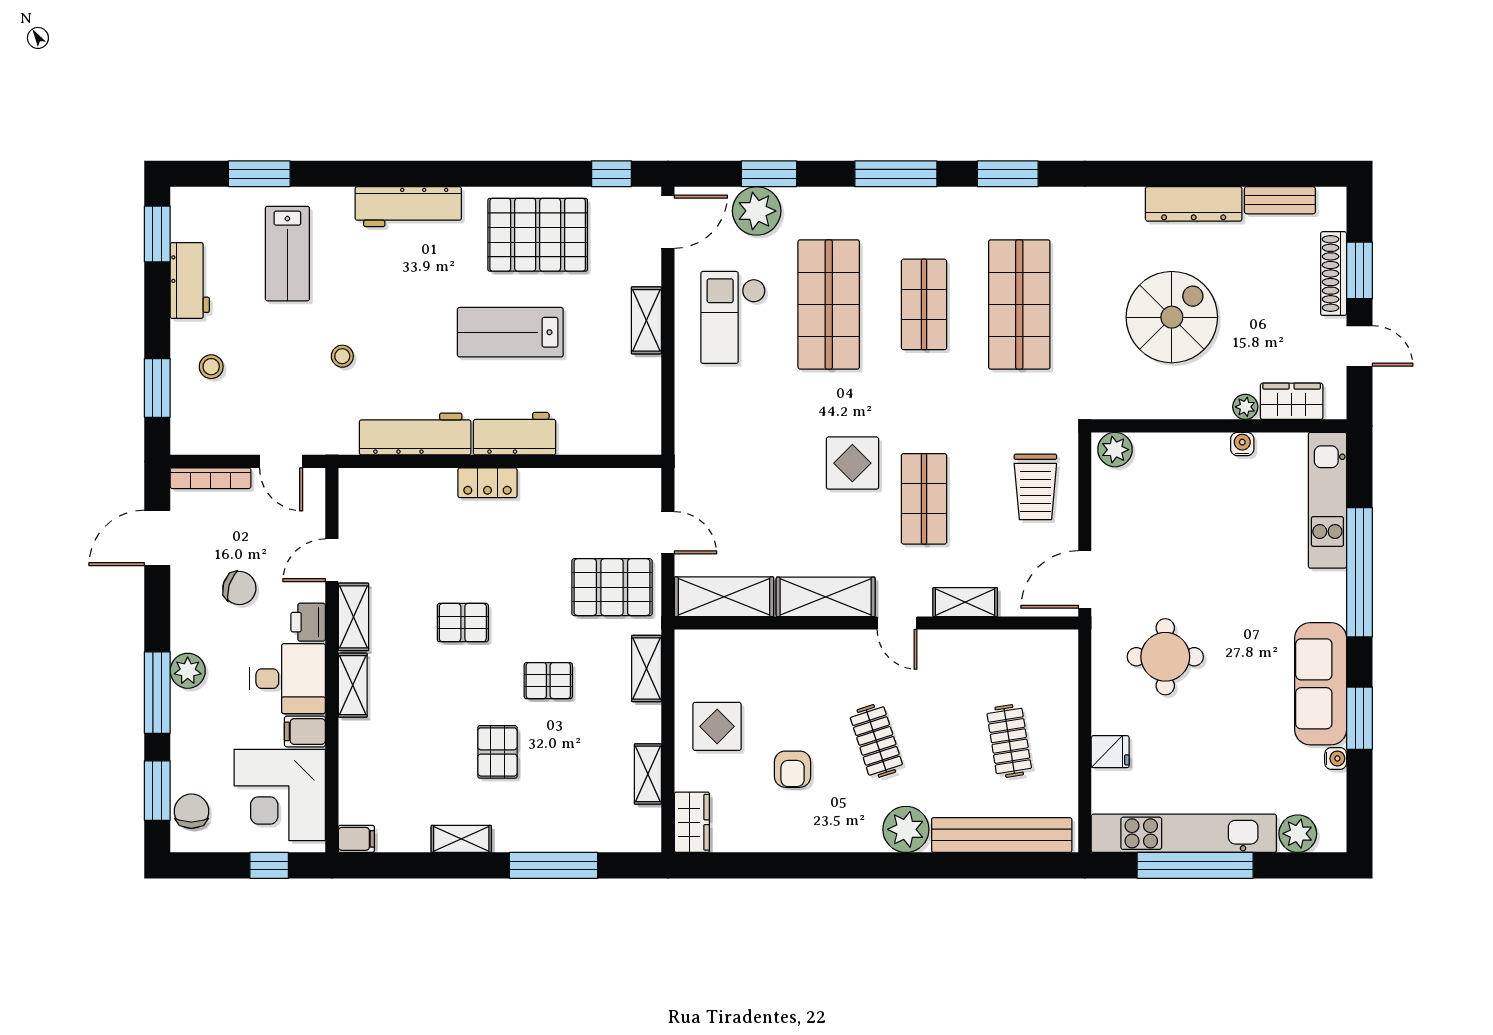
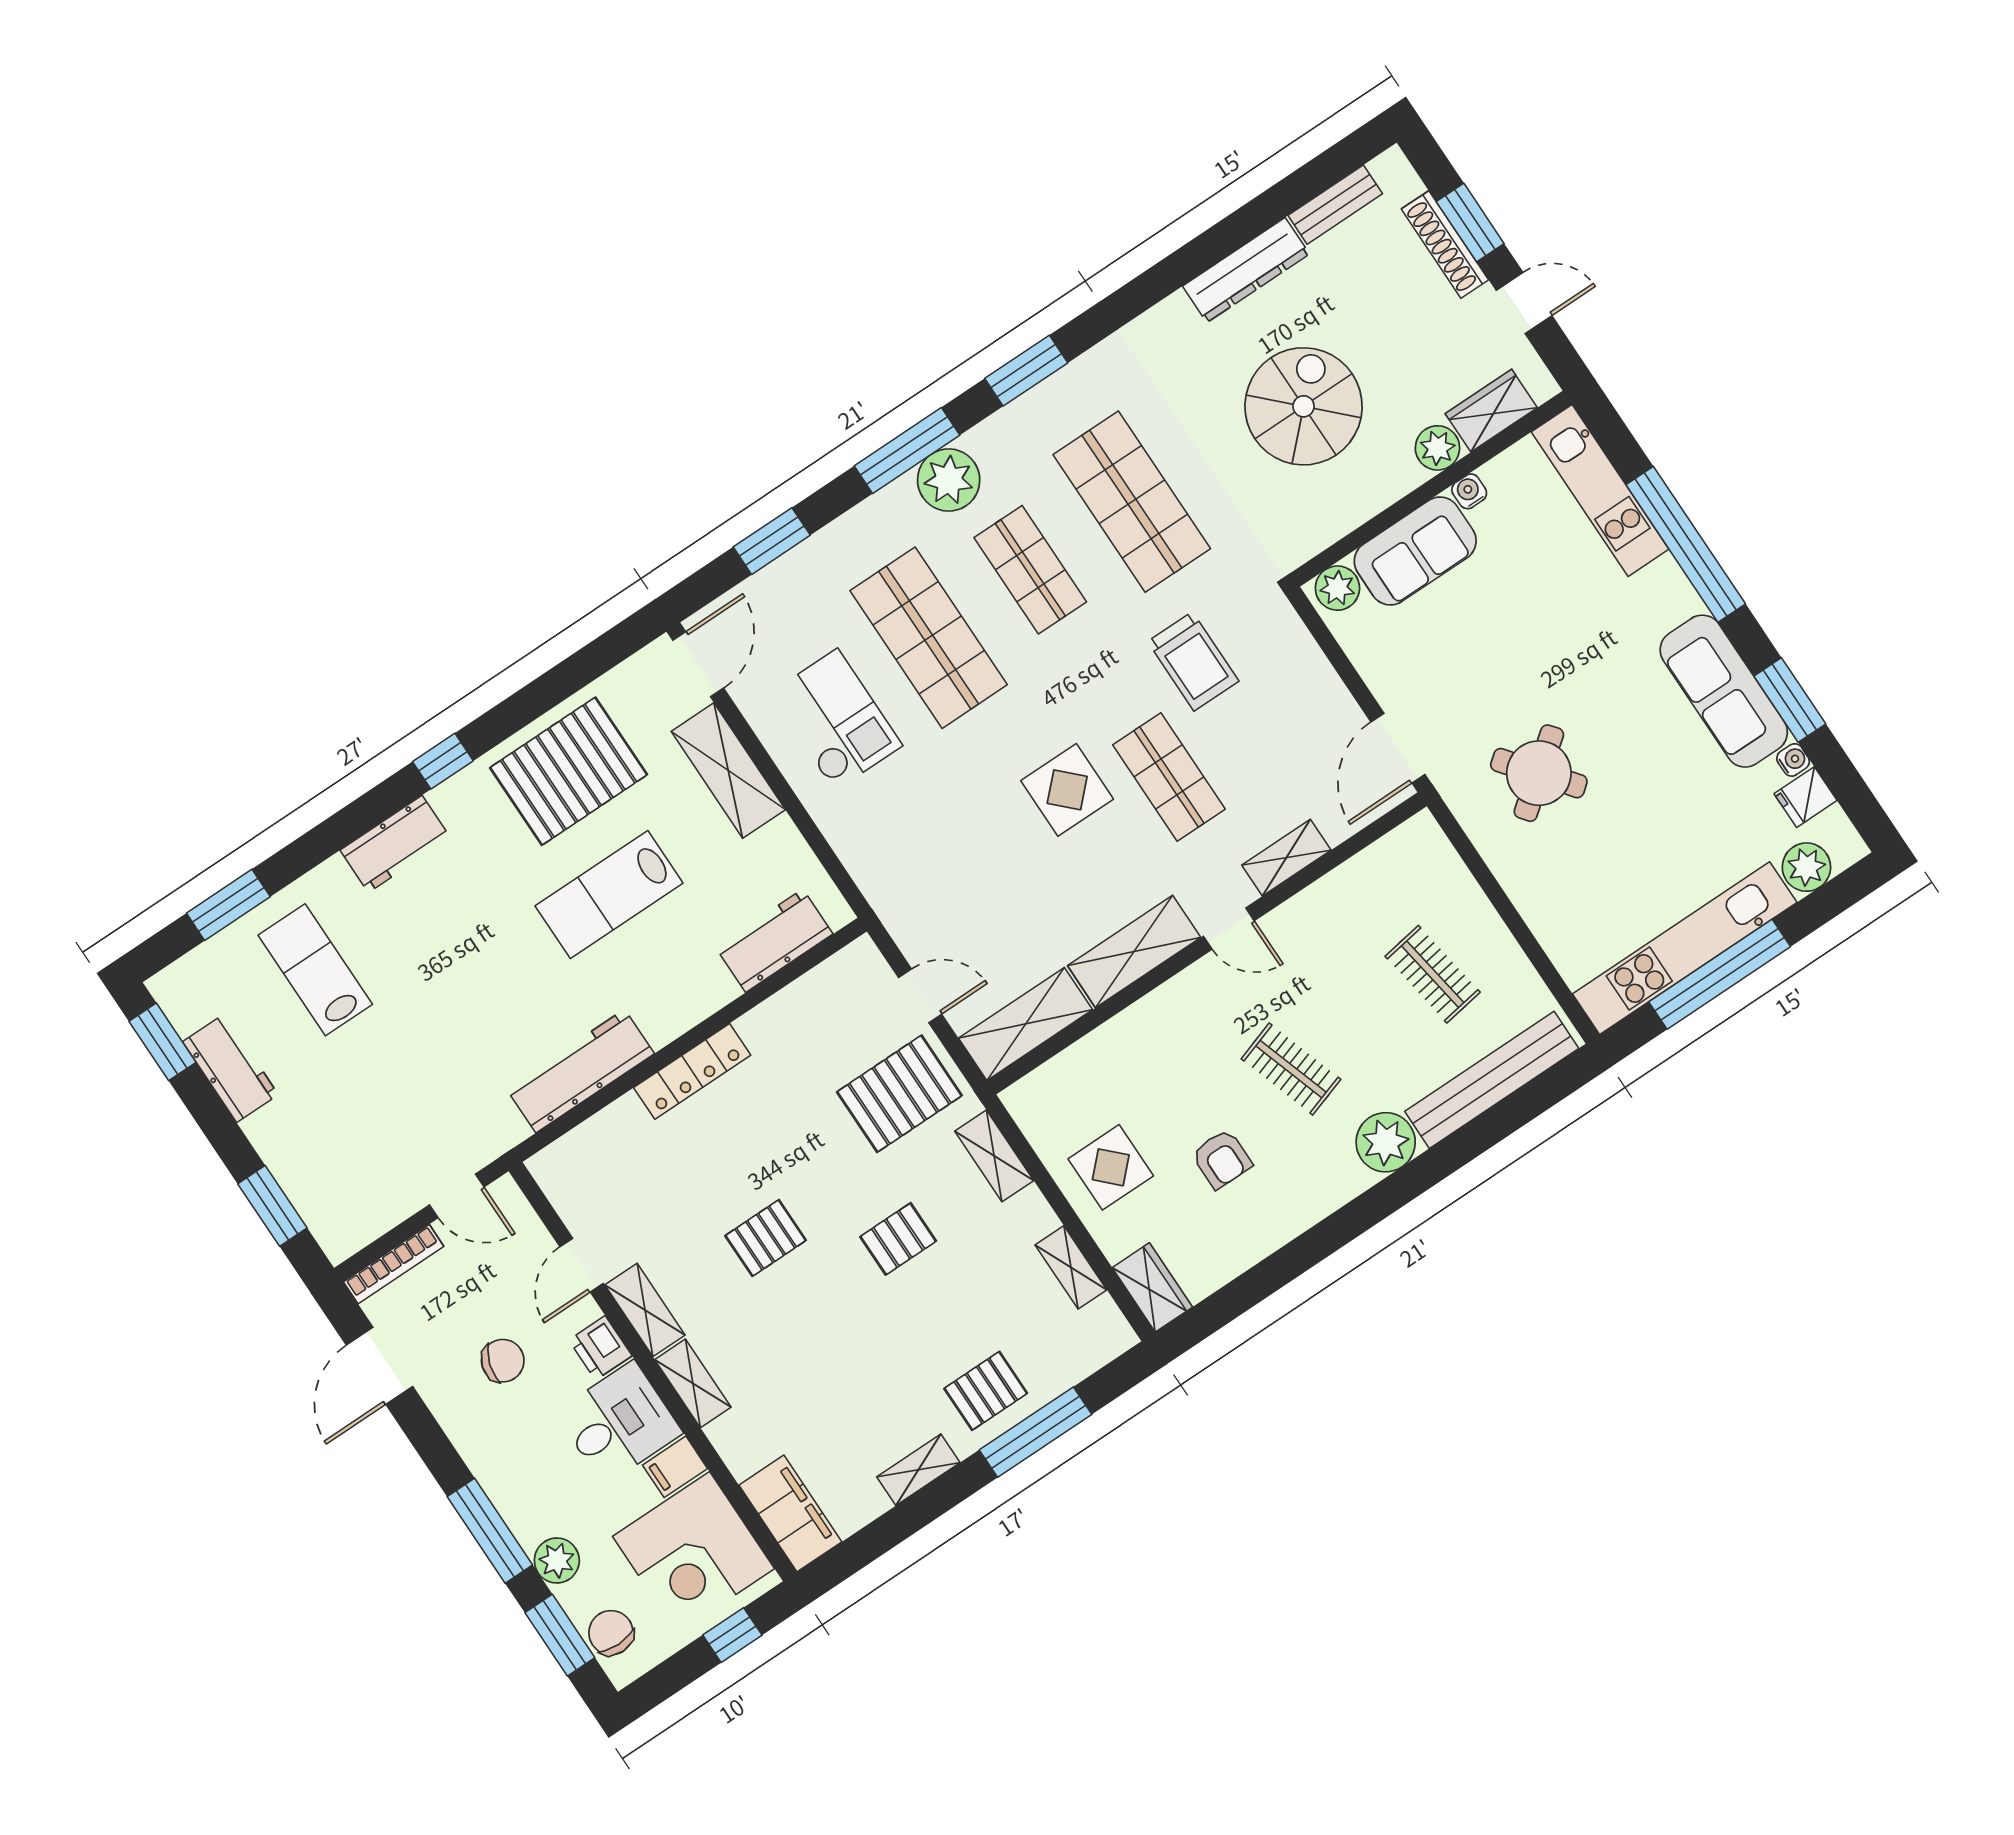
window: (611, 174) -> (443, 761), moved
workbench: (408, 207) -> (395, 844), width x0.73
plant: (757, 211) -> (949, 480), moved
lab bench: (287, 254) -> (315, 970), turned 180
checkout: (733, 317) -> (836, 720), turned 180
shelving: (646, 320) -> (728, 771), width x1.50, depth x1.33
stool: (342, 356) -> (447, 1040), removed
stool: (211, 367) -> (315, 1145), removed
plant: (1245, 407) -> (1437, 448), width x1.38, depth x1.38
workbench: (515, 434) -> (774, 941), moved
sofa: (1181, 459) -> (1415, 551), added
locker: (487, 483) -> (692, 1071), width x1.53
trolley: (1035, 487) -> (1193, 661), moved
round table: (1165, 657) -> (1539, 773), turned -38
plant: (188, 671) -> (557, 1561), moved
pallet: (497, 752) -> (986, 1391), moved, turned 90
fridge: (1110, 752) -> (1806, 797), moved, turned 180
filing cabinet: (356, 839) -> (790, 1513), width x3.00, depth x1.17

